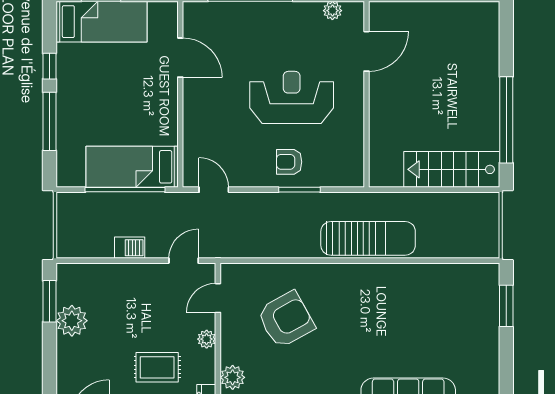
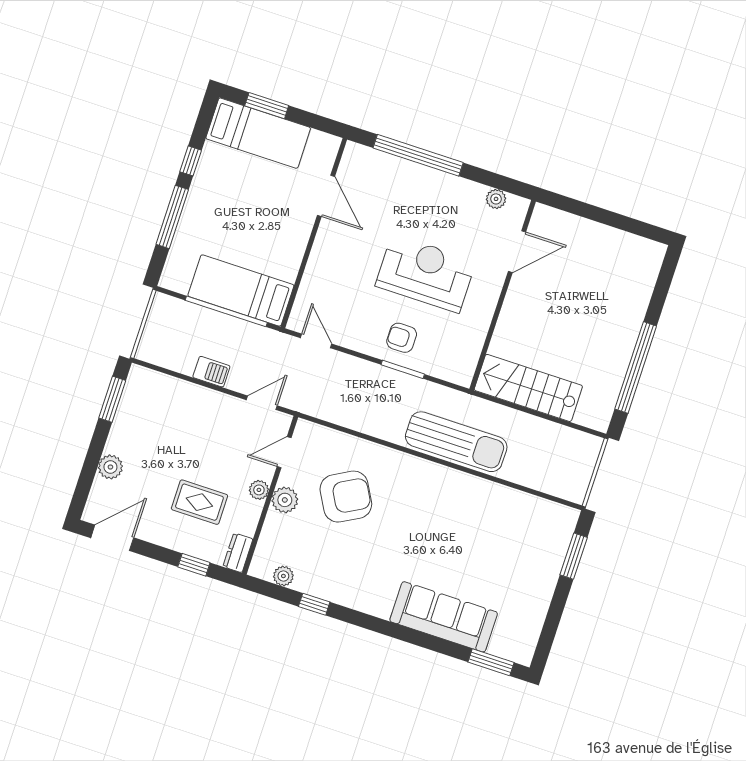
stairs: (452, 169) -> (528, 388), moved
plant: (72, 321) -> (110, 467), moved, width x0.73, depth x0.73
plant: (233, 377) -> (285, 500), moved

